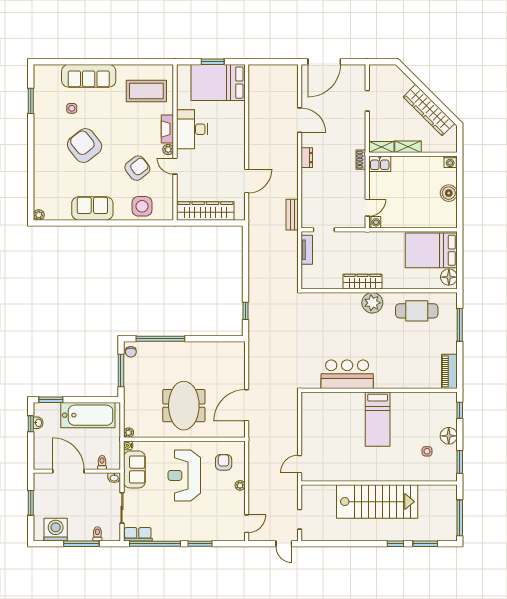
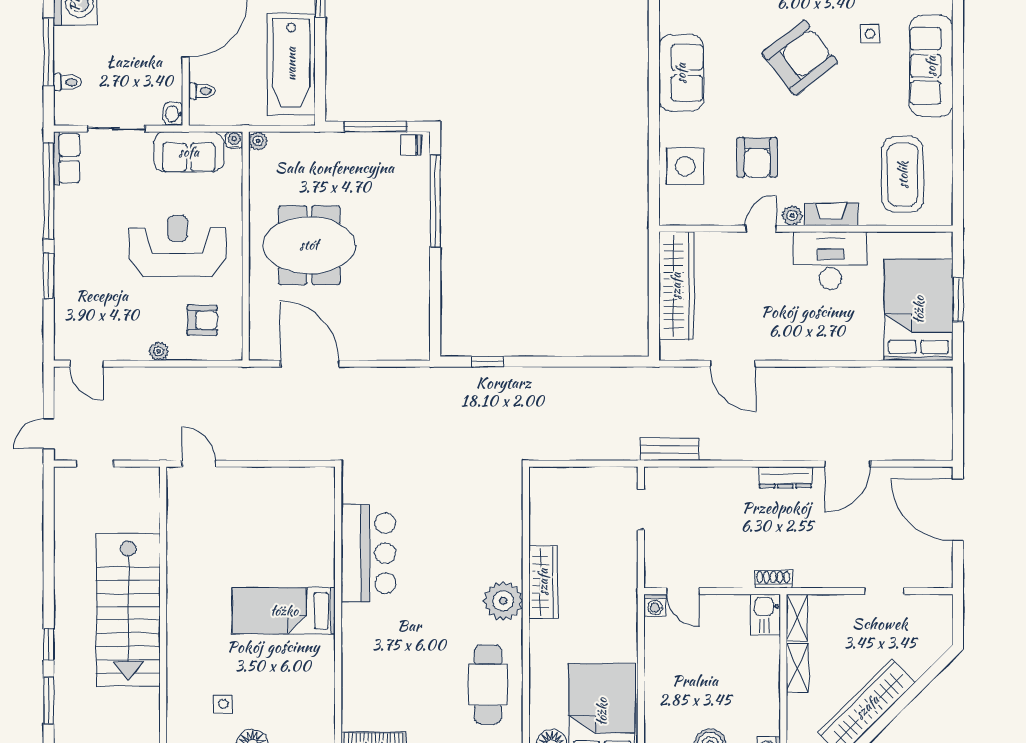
dresser: (307, 158) -> (785, 477), width x1.44
armchair: (137, 168) -> (757, 157), turned 38
tv unit: (307, 250) -> (603, 477), removed

